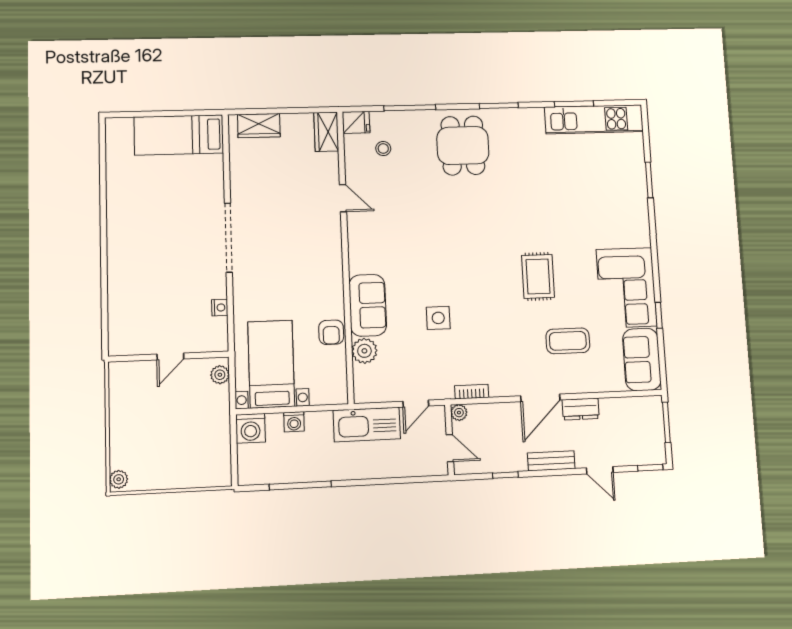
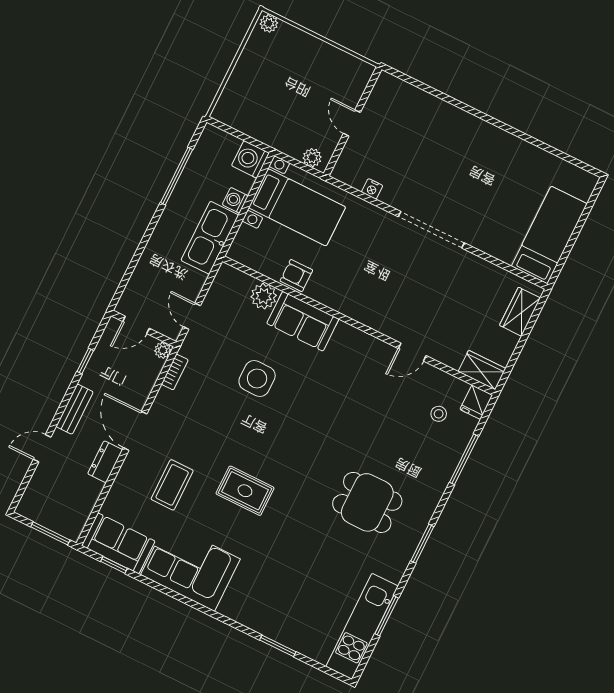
dining table: (463, 146) -> (367, 502), moved
window: (659, 315) -> (114, 565), moved
side table: (438, 318) -> (257, 378), width x1.37, depth x1.37
kitchen sink: (367, 425) -> (210, 238), moved
window: (650, 468) -> (19, 495), removed

